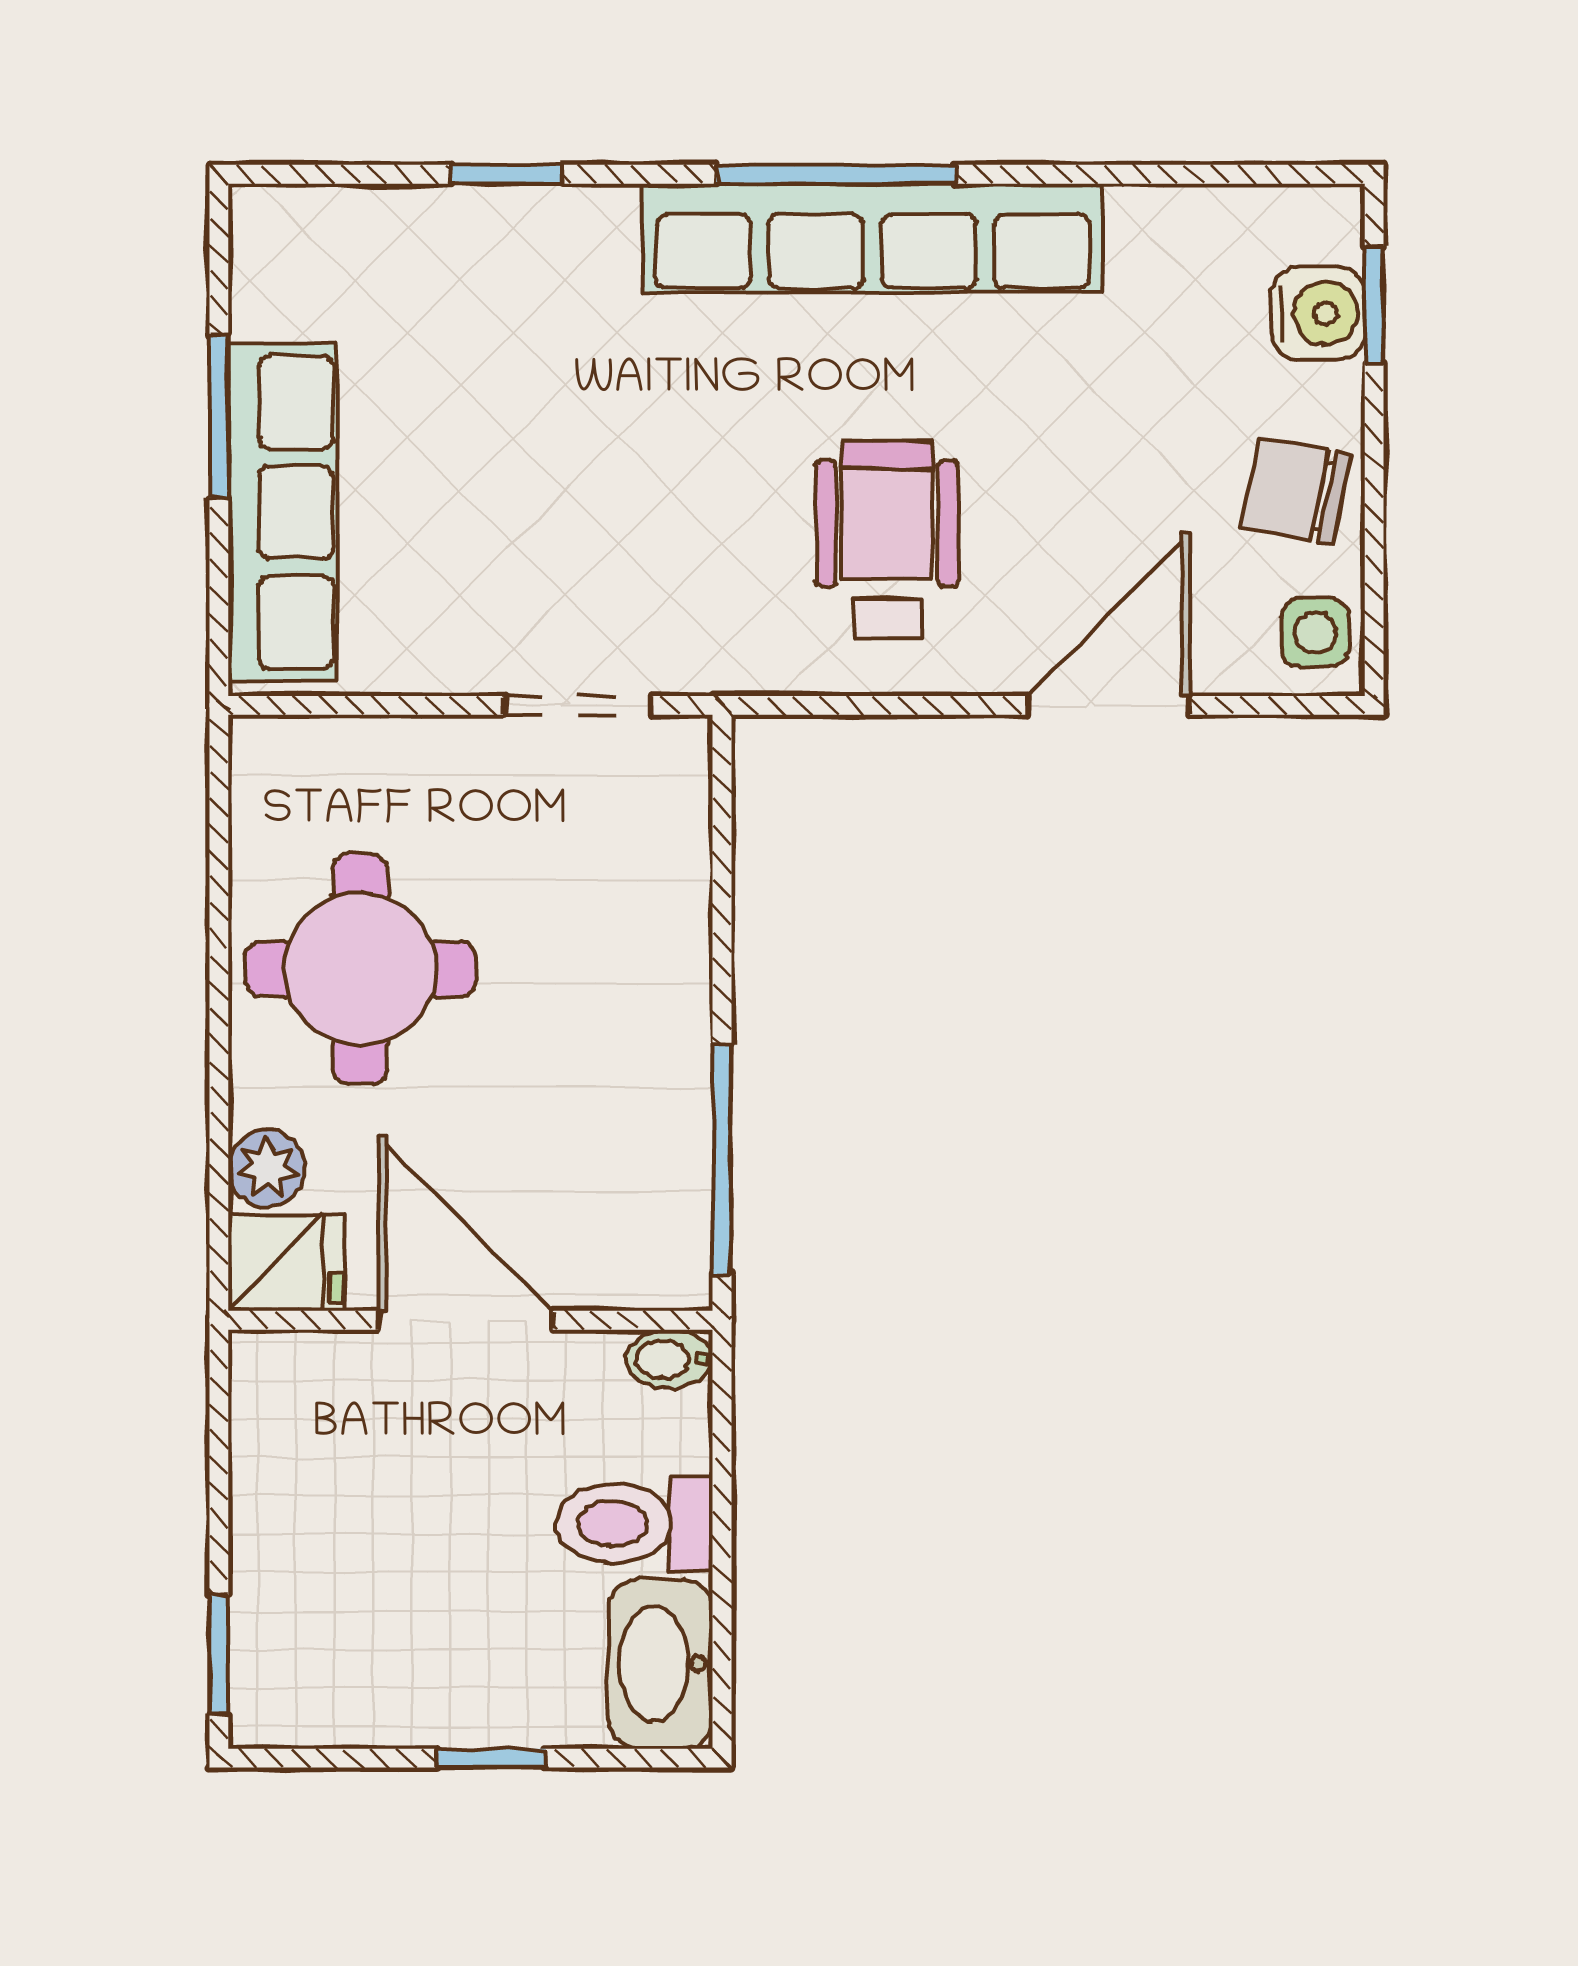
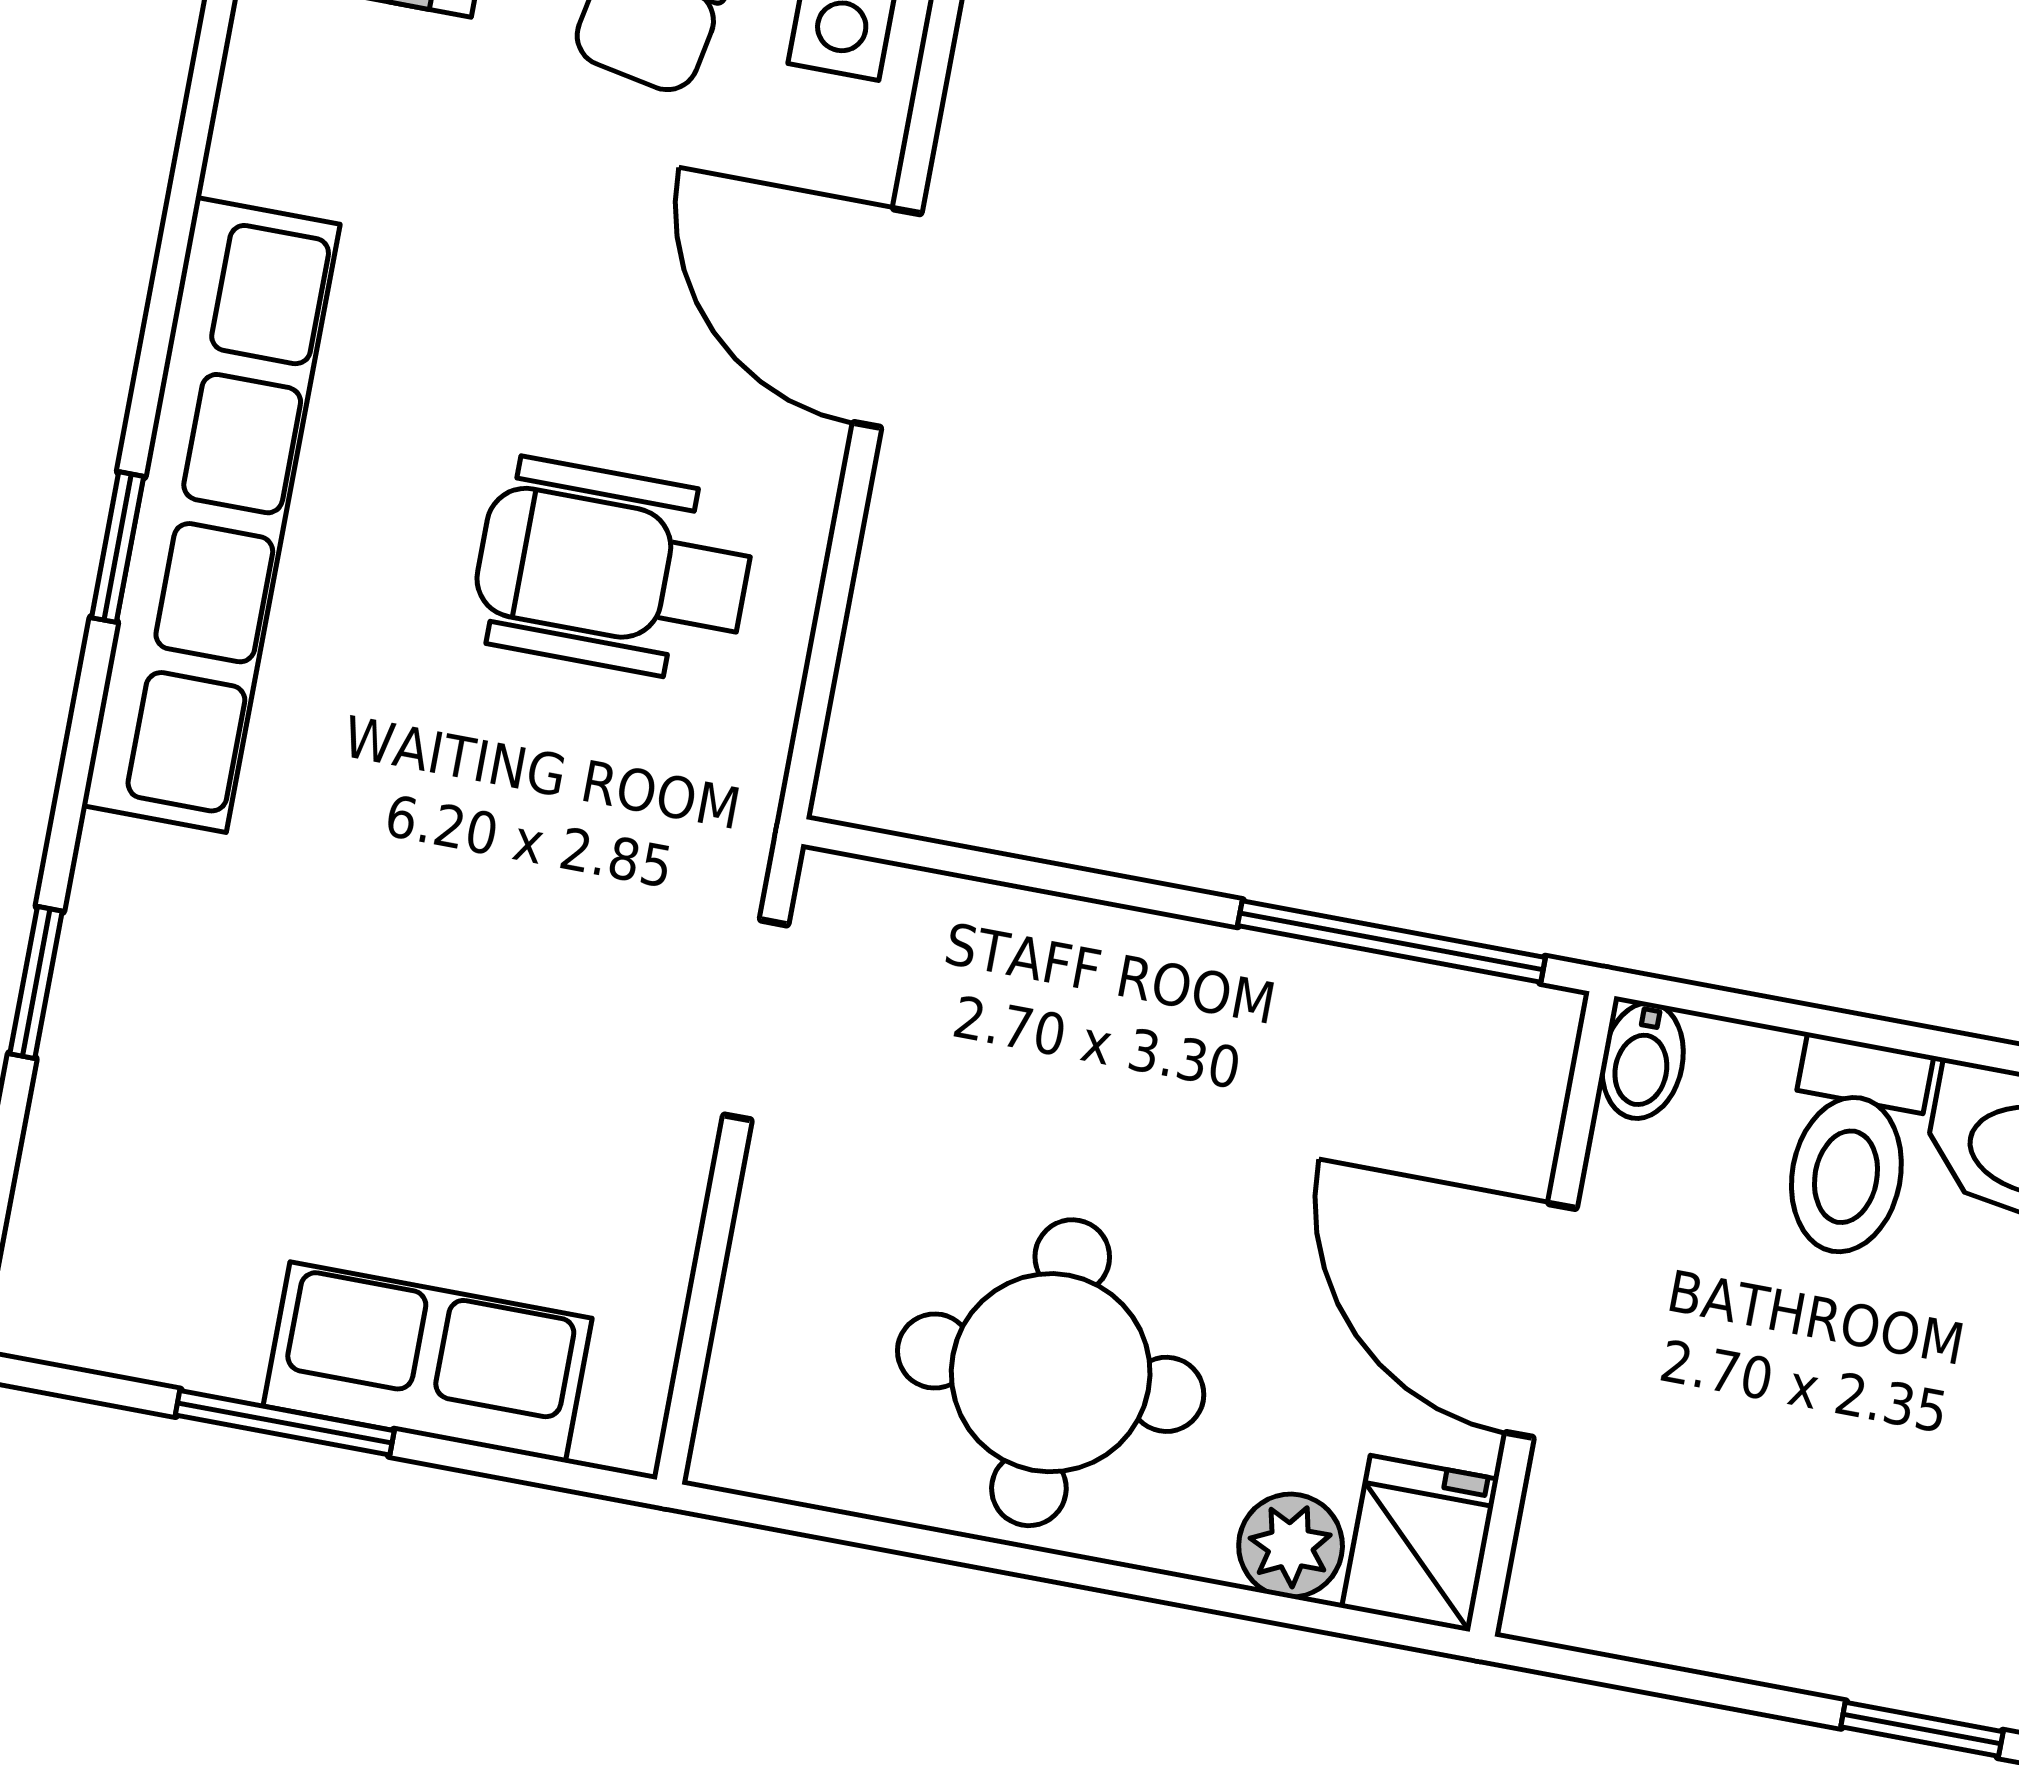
window: (836, 174) -> (118, 547), width x0.46
row of seats: (283, 512) -> (428, 1362), width x0.68
door: (466, 1320) -> (1541, 1320), hinge flipped

